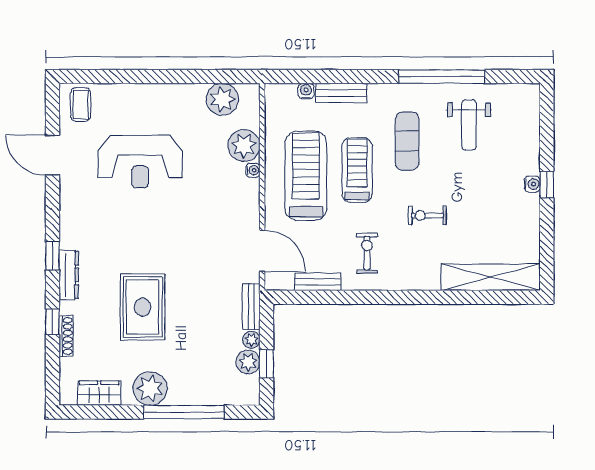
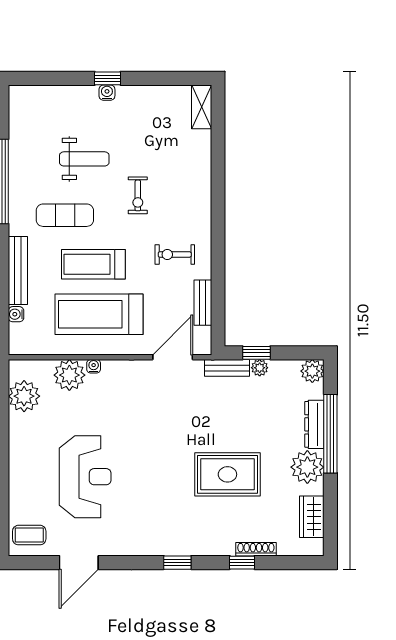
bench: (341, 93) -> (18, 271), width x1.36
weight bench: (469, 125) -> (84, 159), moved
dresser: (69, 275) -> (314, 424), moved, turned -90
shelving: (491, 277) -> (202, 107), width x0.45, depth x0.75
plant: (248, 362) -> (312, 371), moved
window: (267, 364) -> (256, 353), moved

